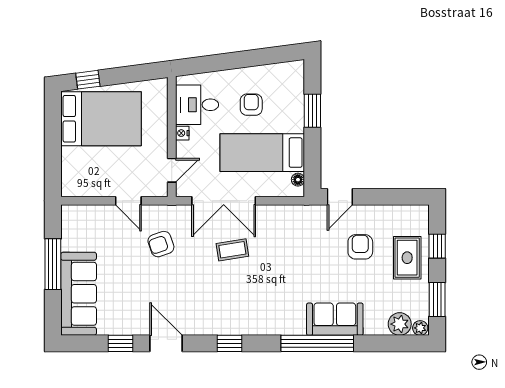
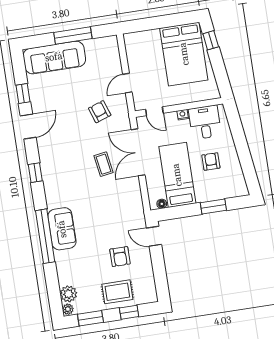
armchair: (251, 105) -> (211, 162), turned -90
armchair: (360, 247) -> (120, 257), turned 90
sofa: (335, 319) -> (62, 229), moved

